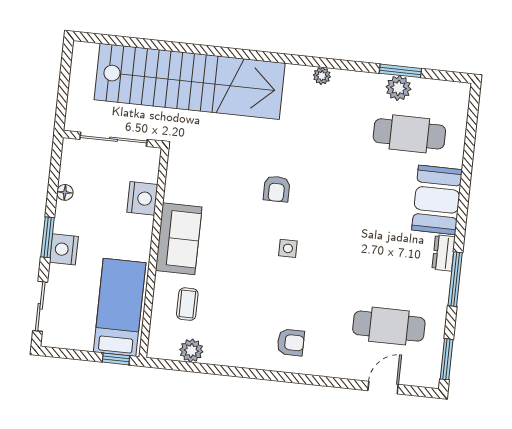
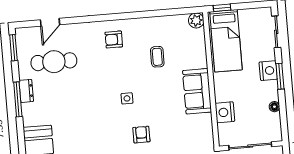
dresser: (444, 253) -> (26, 91), moved
coffee table: (187, 304) -> (157, 57), moved
plant: (191, 351) -> (196, 20), moved

